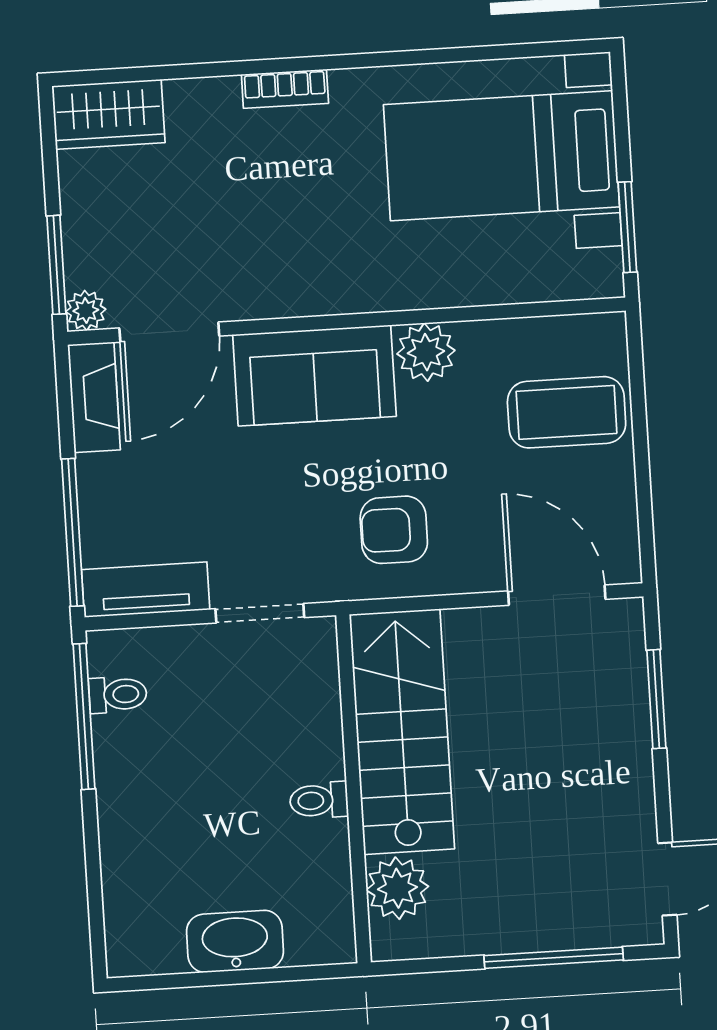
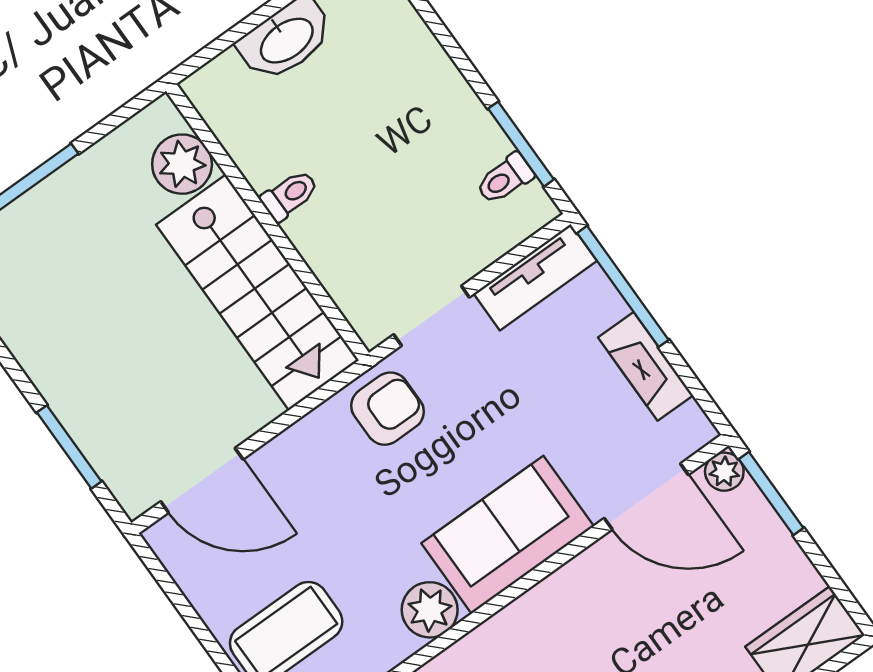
door: (169, 332) -> (646, 496), swing flipped
fireplace: (94, 397) -> (646, 366), moved
armchair: (394, 530) -> (388, 409), moved
window: (84, 716) -> (521, 144), width x0.69

